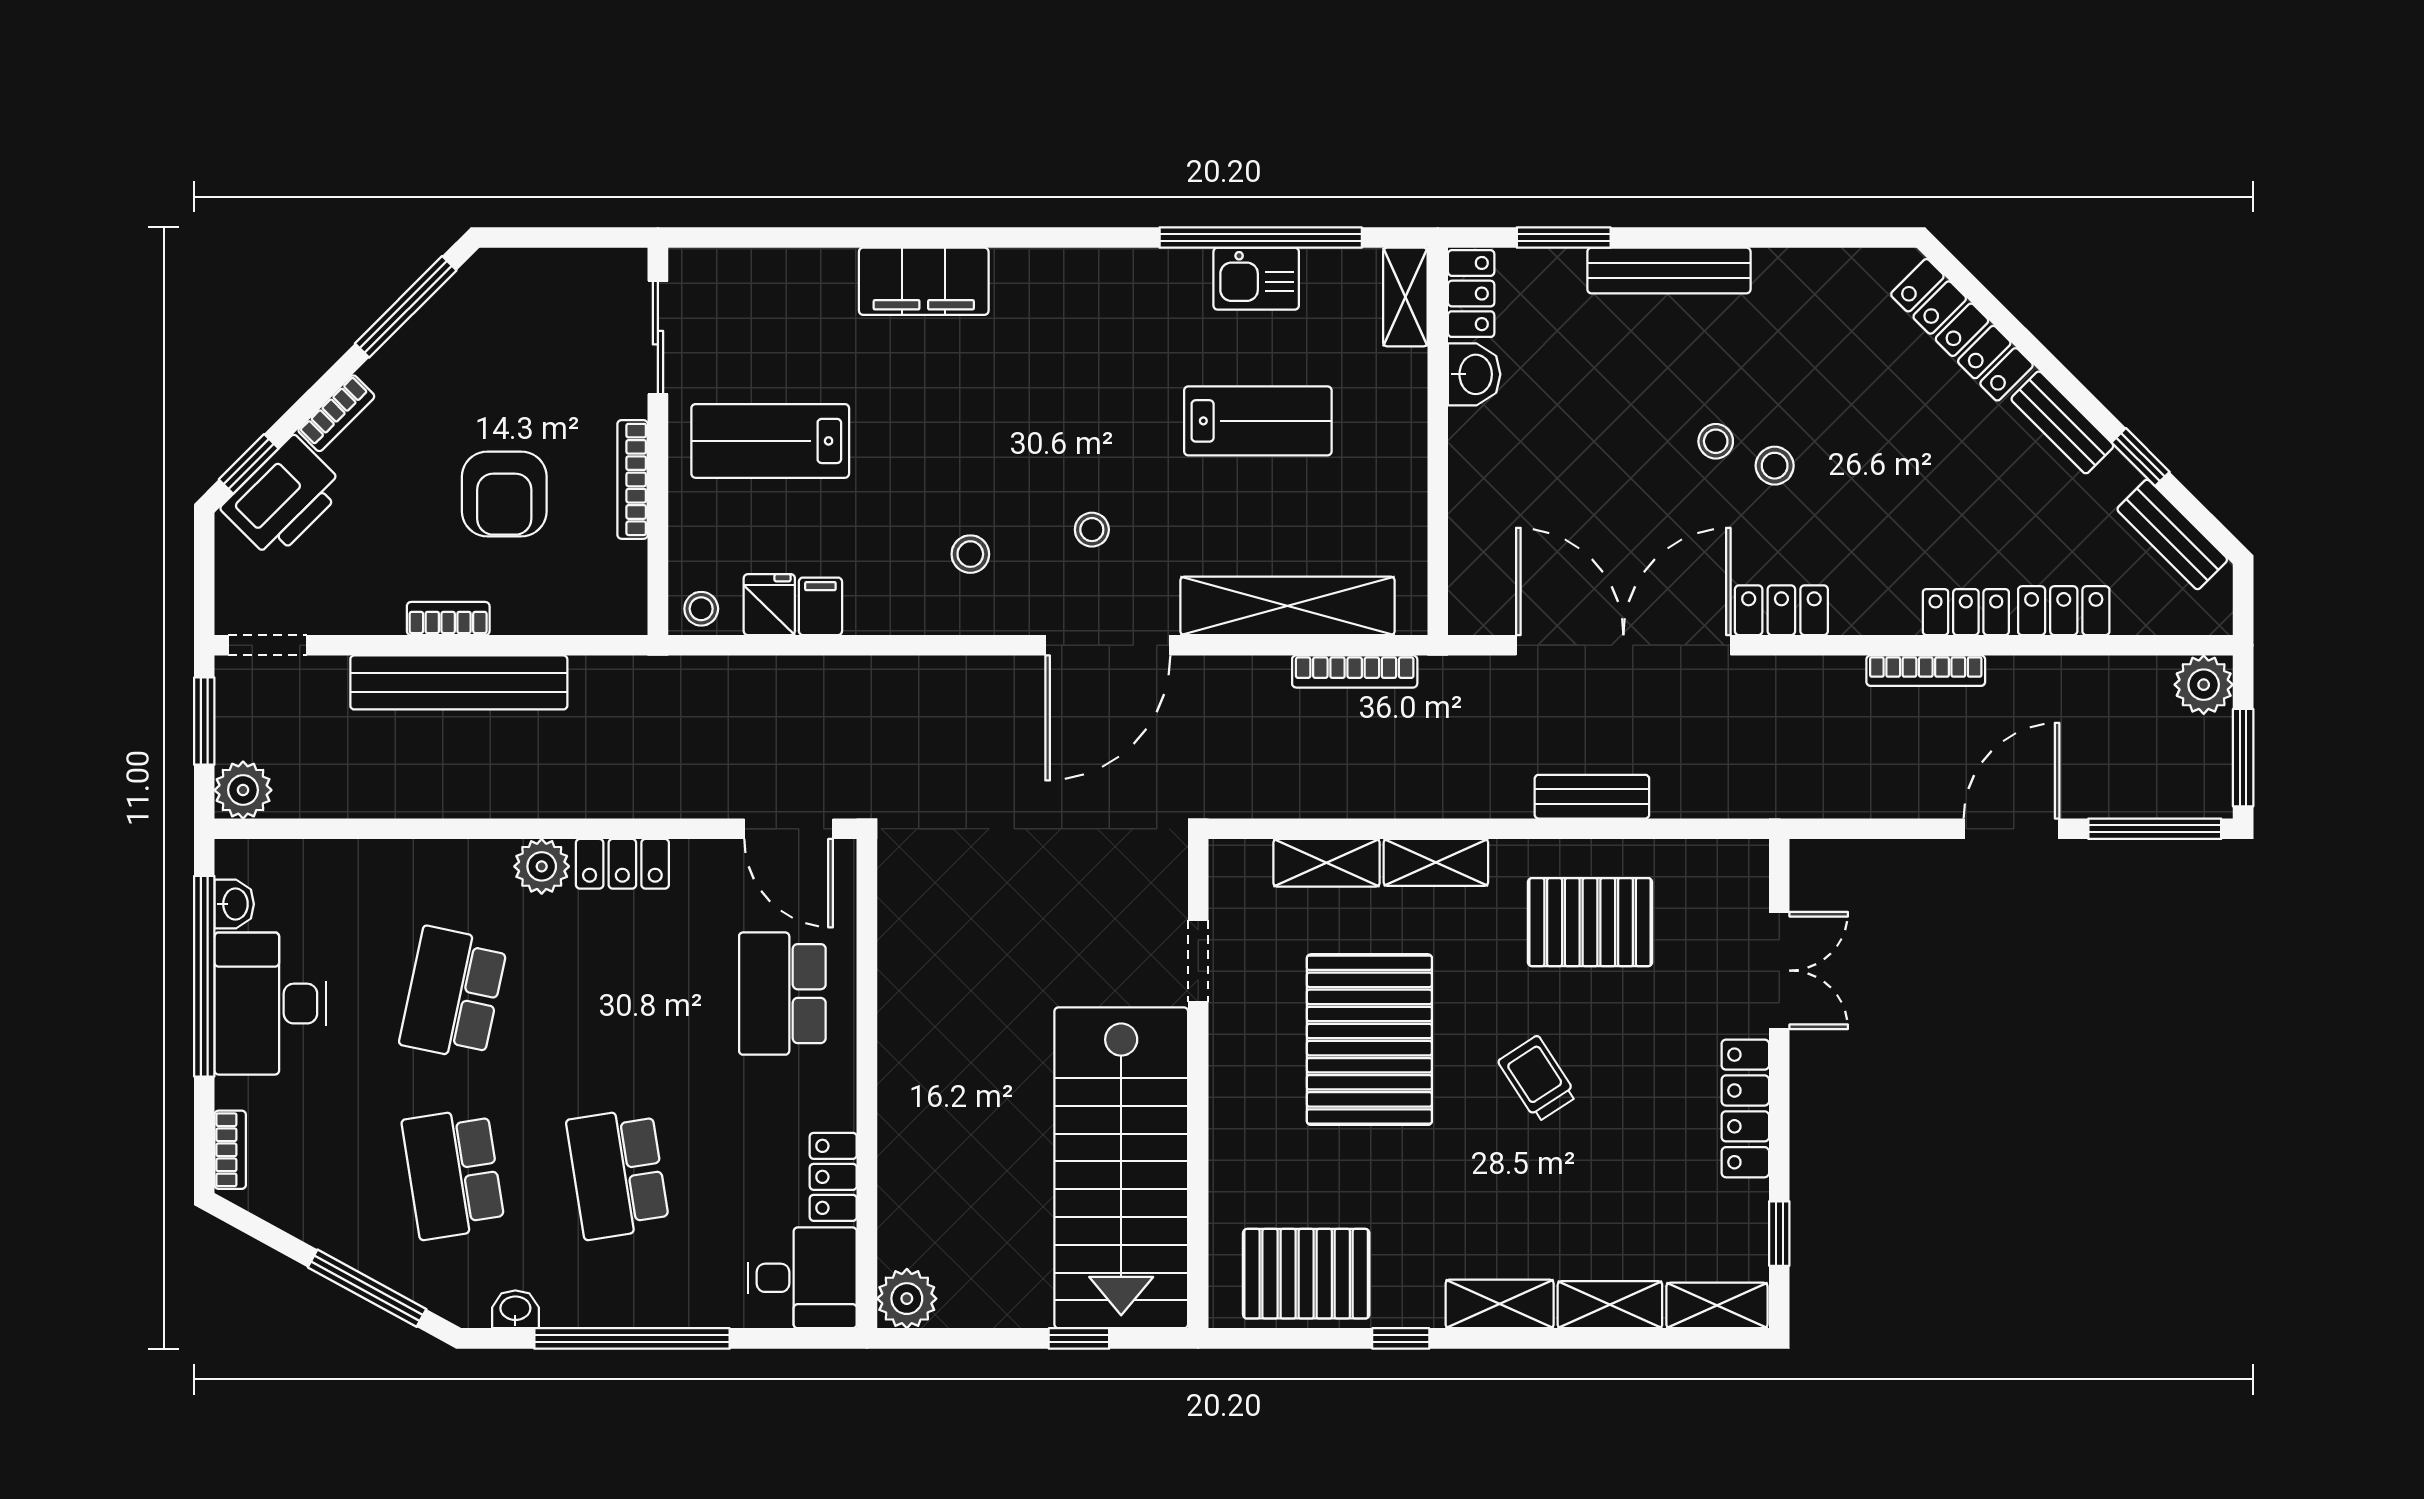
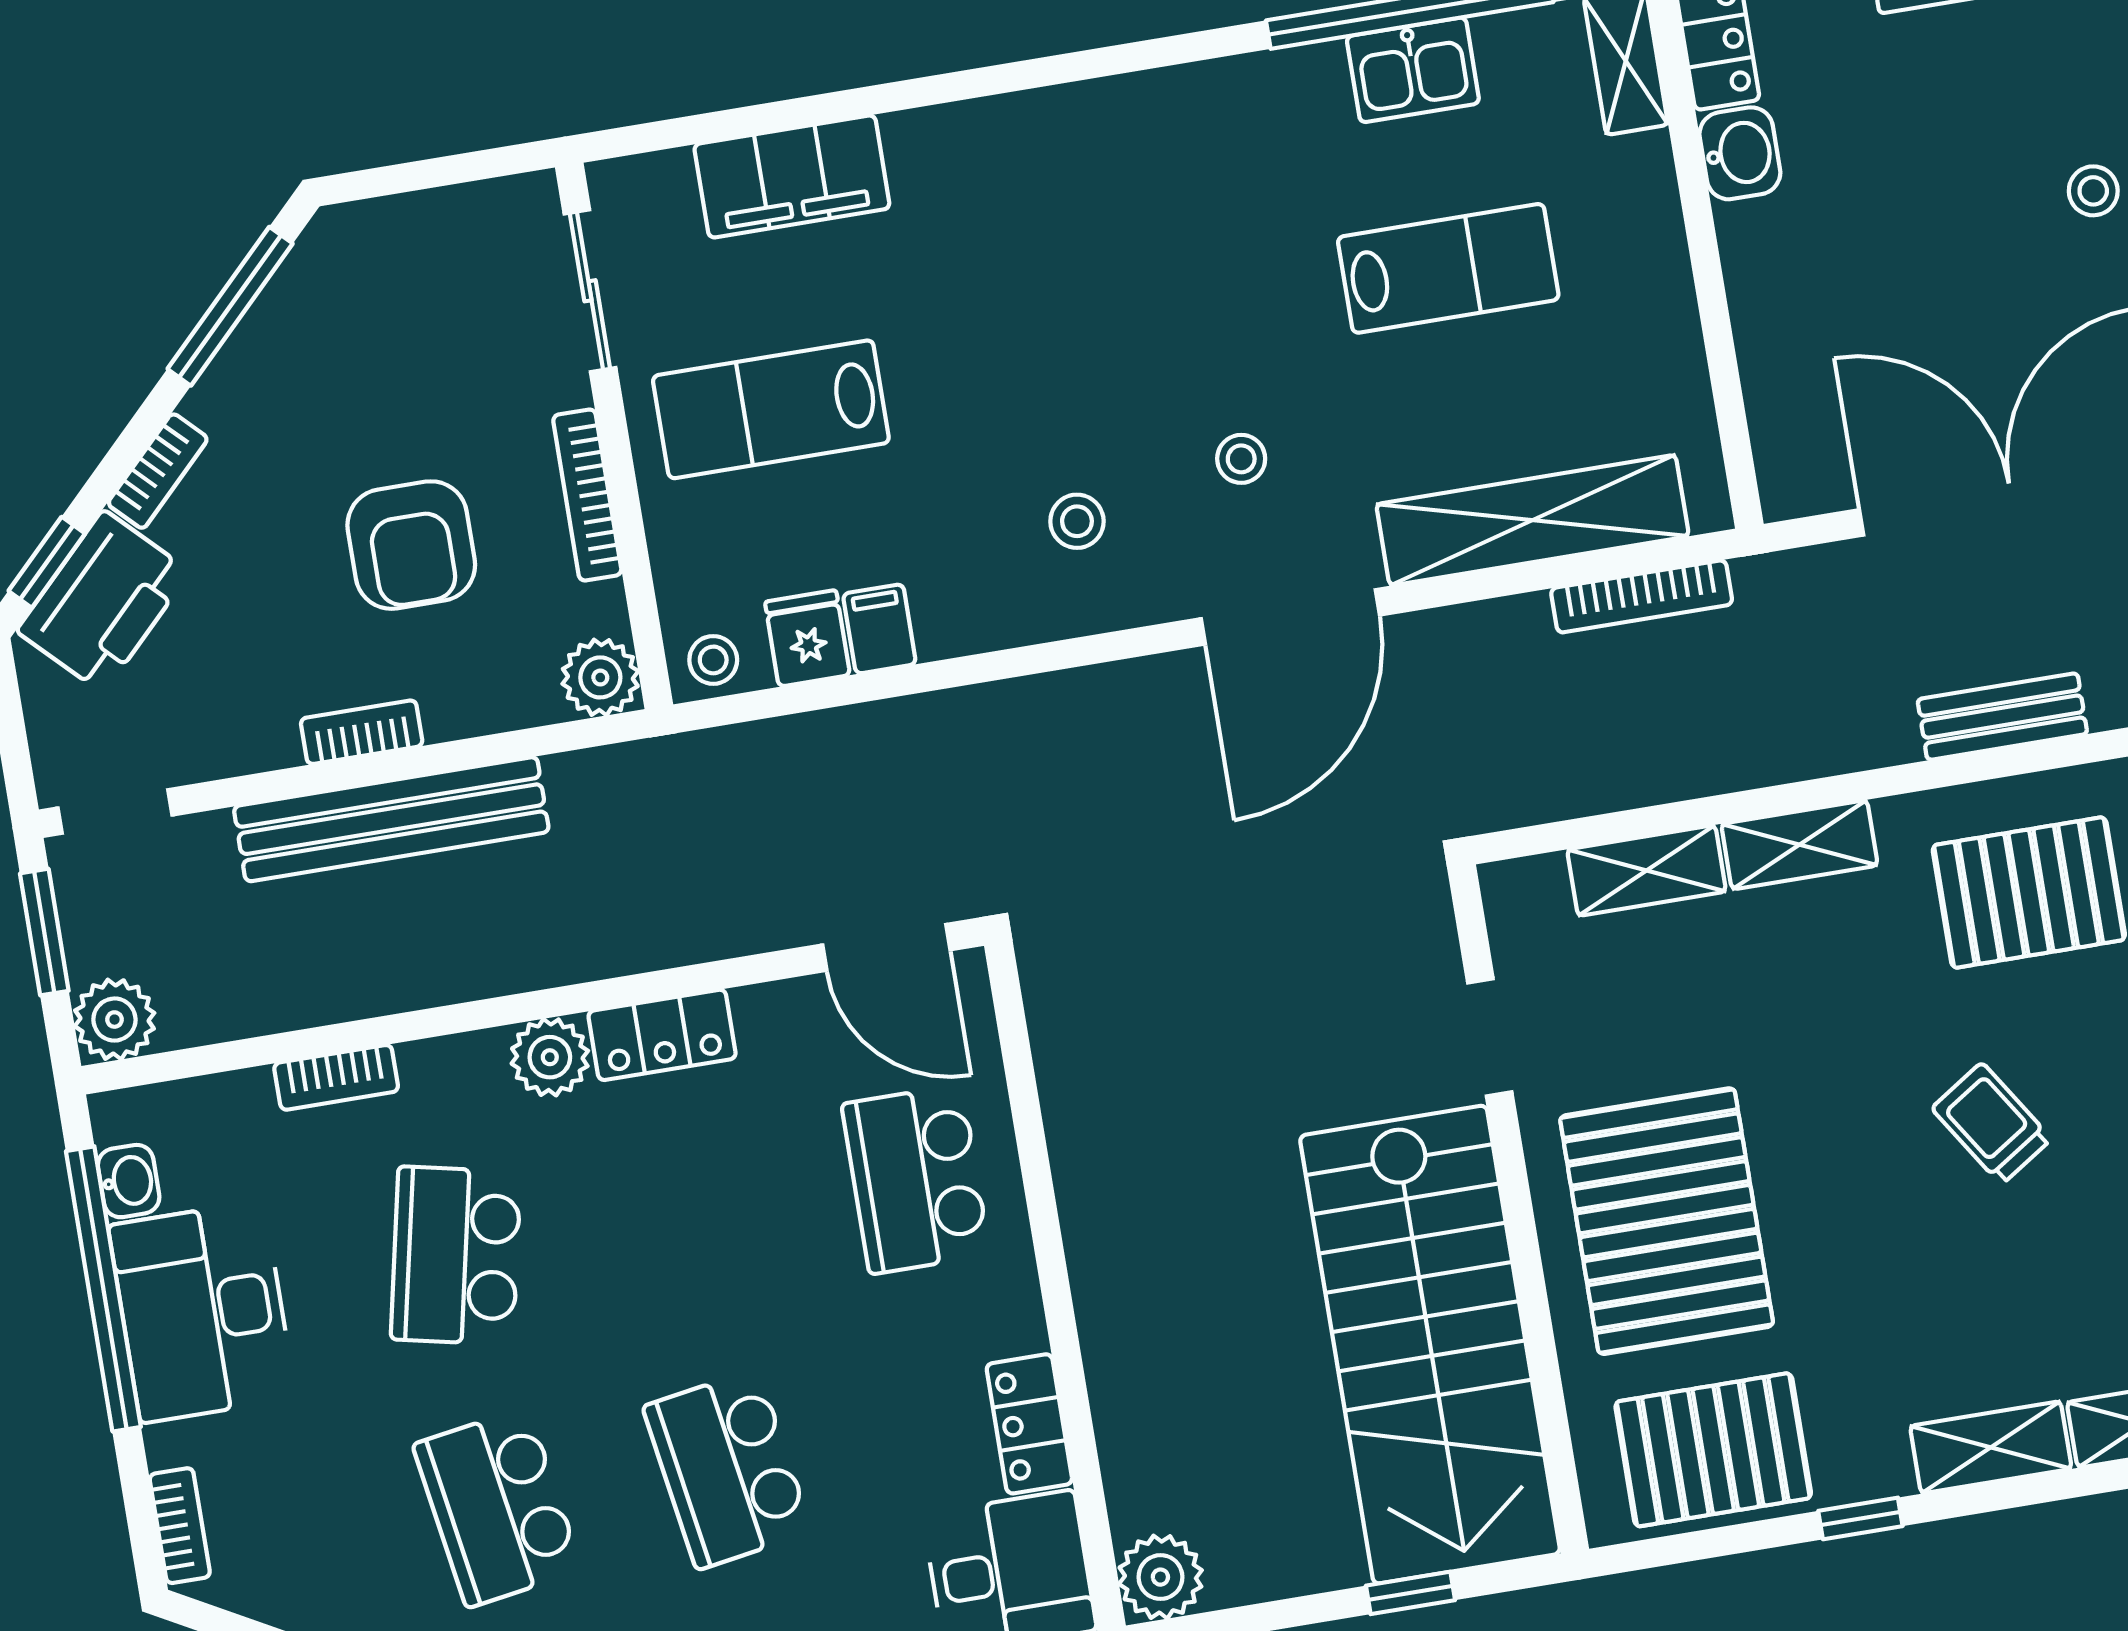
filing cabinet: (924, 281) -> (792, 176), moved
plant: (621, 608) -> (600, 677), added
bookcase: (391, 856) -> (336, 1077), added
pallet: (1369, 1040) -> (1667, 1221), moved

